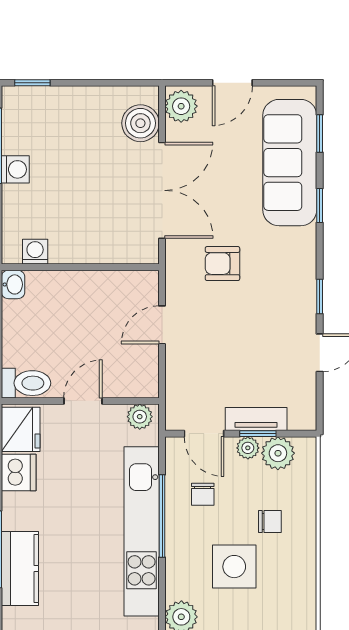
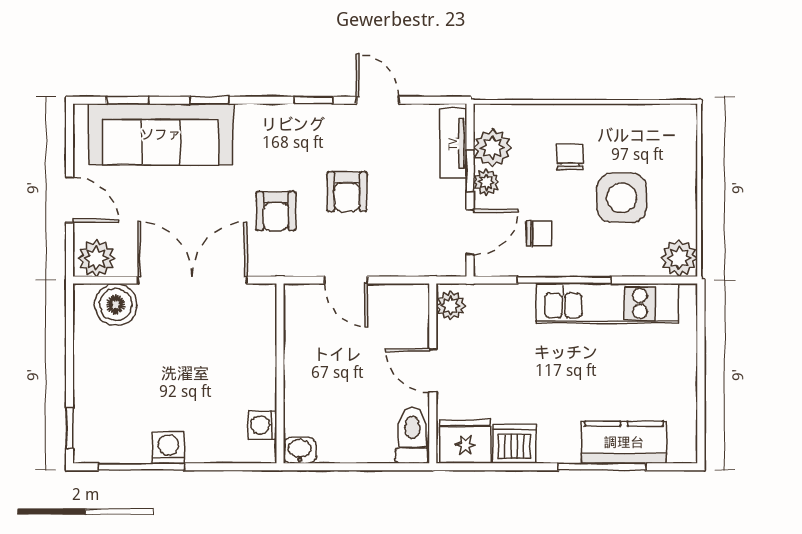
armchair: (240, 326) -> (347, 192), added
tv unit: (256, 419) -> (453, 144), moved
kitchen unit: (142, 531) -> (607, 303), width x0.73

